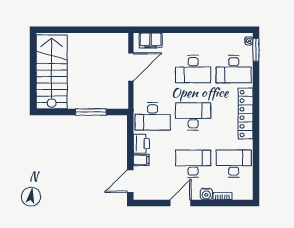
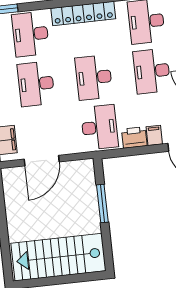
door: (131, 67) -> (42, 161), swing flipped
desk: (193, 69) -> (36, 84), turned 180
desk: (234, 69) -> (30, 34), turned 180

